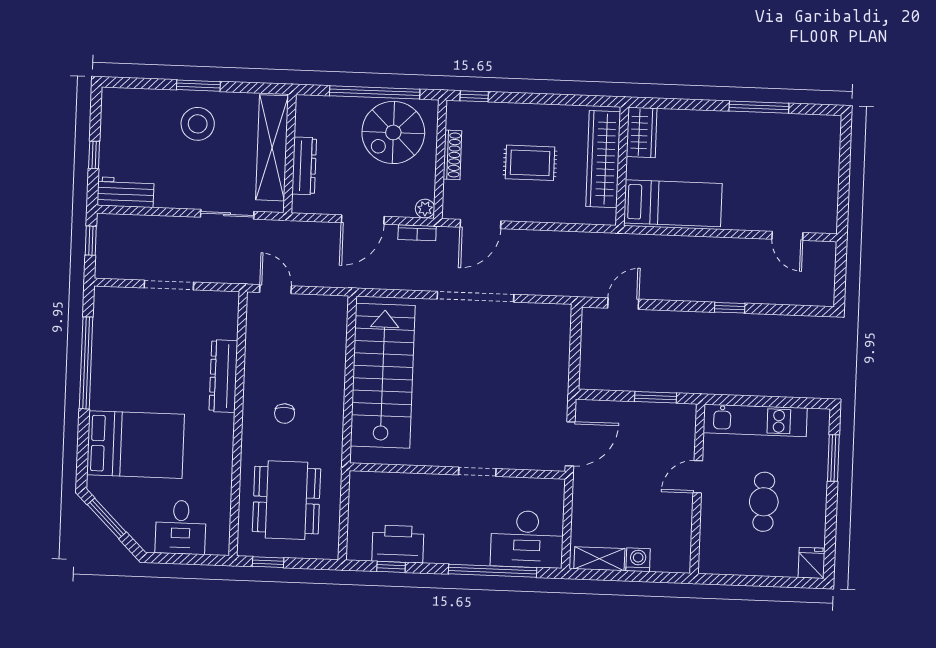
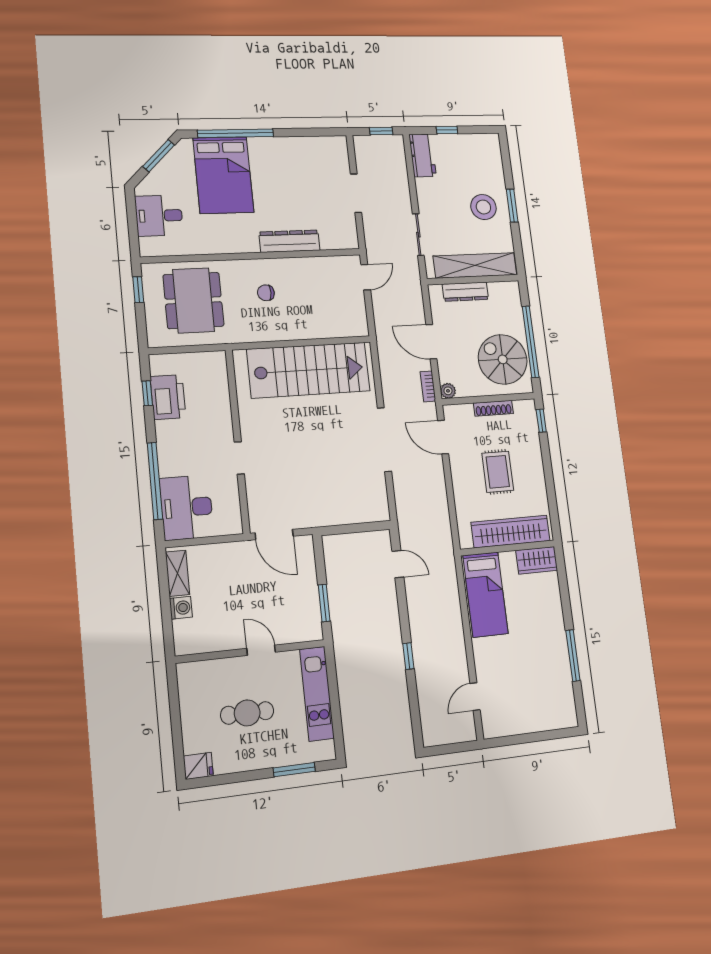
window: (86, 363) -> (236, 133), moved
dining table: (287, 500) -> (193, 300), turned 90

